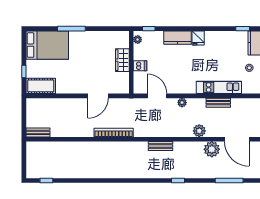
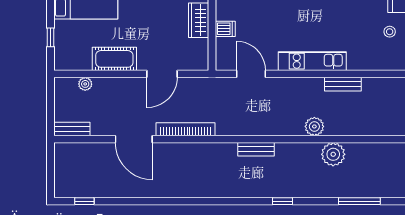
cot: (41, 86) -> (114, 59), moved
kitchen unit: (219, 87) -> (312, 61), moved
plant: (182, 103) -> (85, 84), moved
door: (237, 139) -> (134, 139), moved

